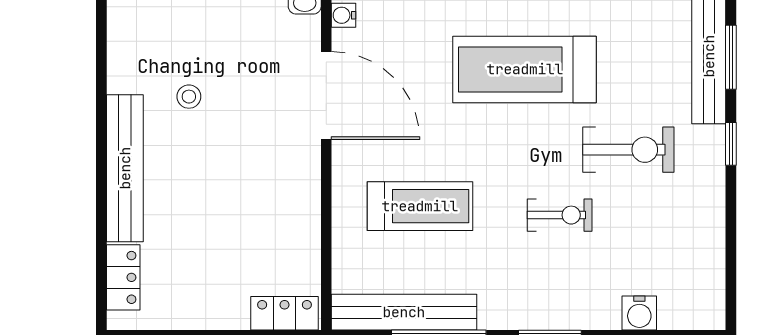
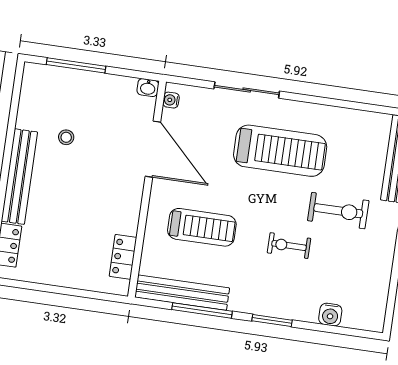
treadmill: (525, 69) -> (280, 151), turned 180
exercise bike: (560, 215) -> (289, 246), turned 180
locker: (285, 313) -> (123, 257), moved, turned -90

